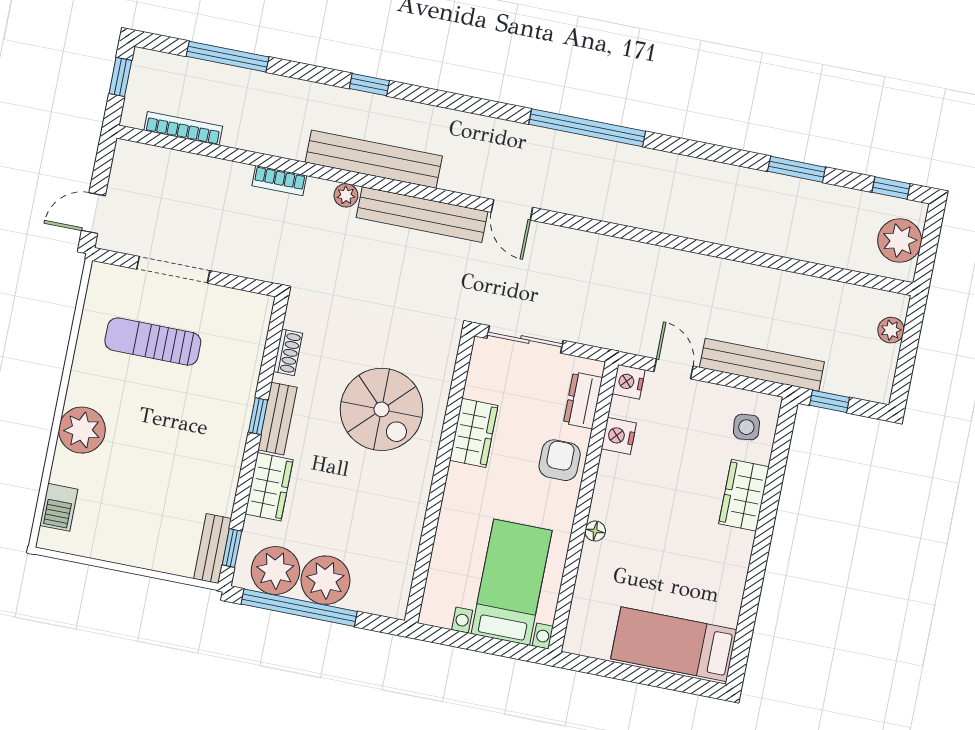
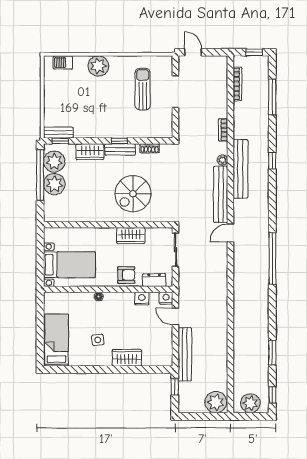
plant: (891, 330) -> (216, 402), width x1.87, depth x1.87
door: (673, 369) -> (175, 316), swing flipped
side table: (746, 427) -> (98, 340), moved

